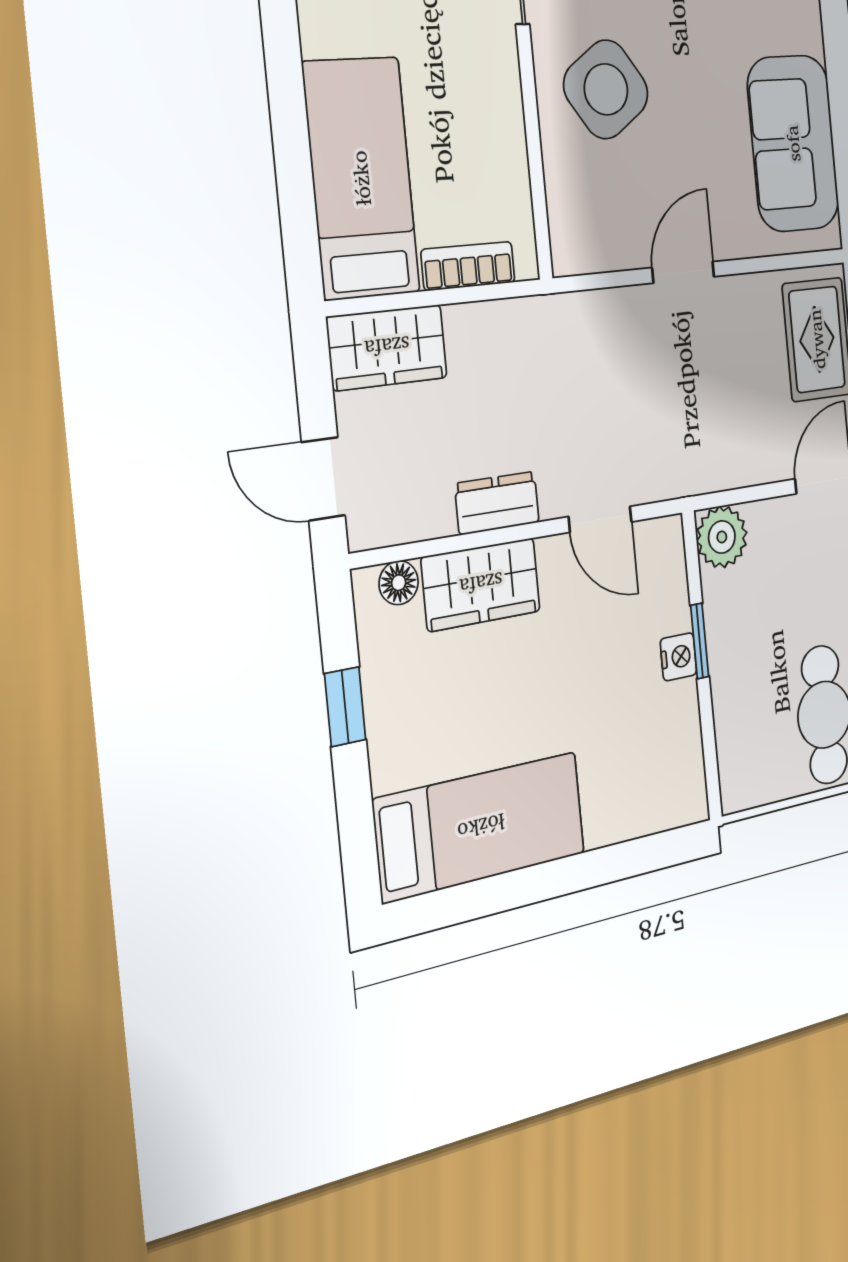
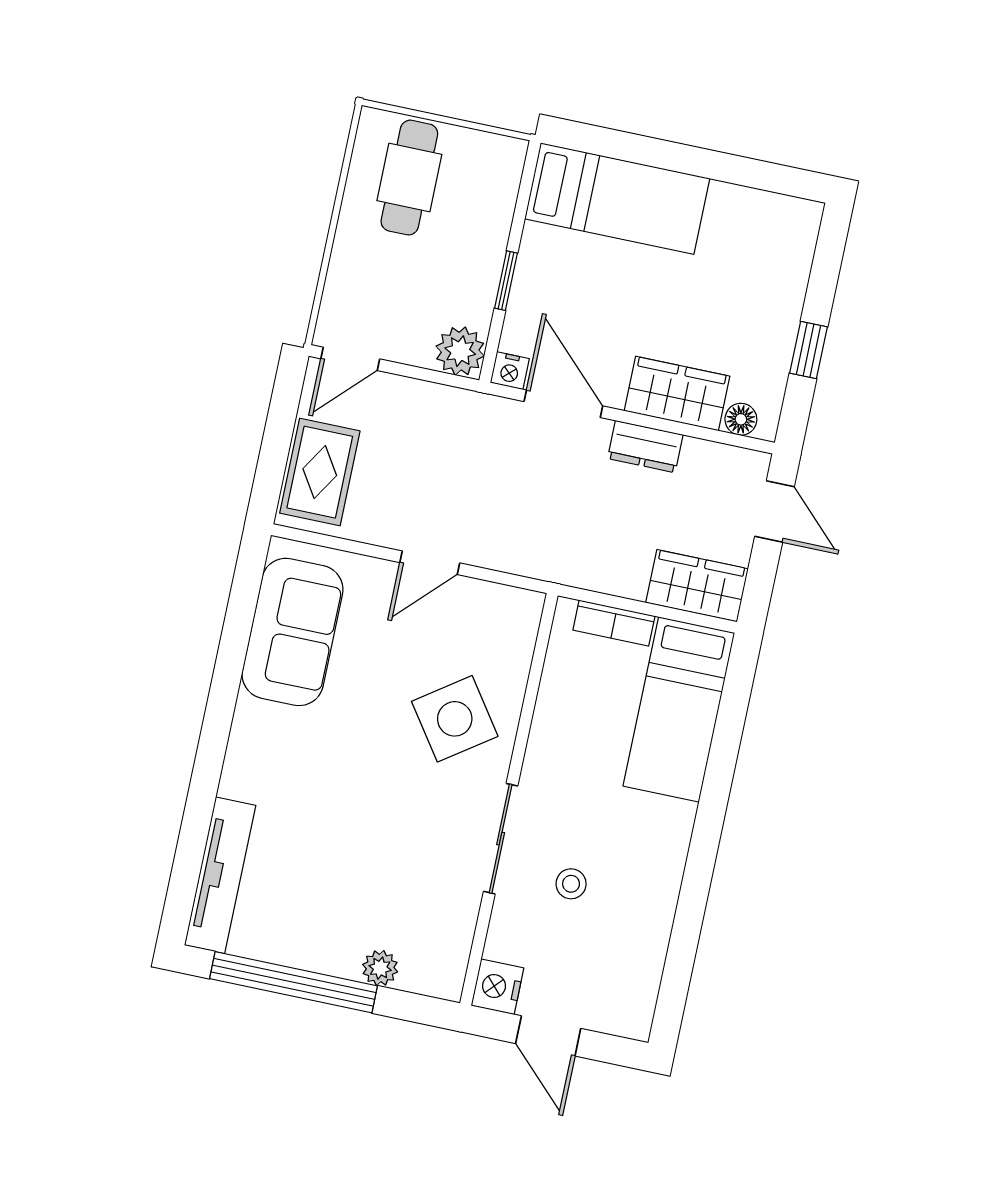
door: (600, 519) -> (563, 404), width x1.38
nightstand: (678, 657) -> (510, 371), moved, turned -90
bed: (481, 827) -> (617, 199), moved, turned 180

